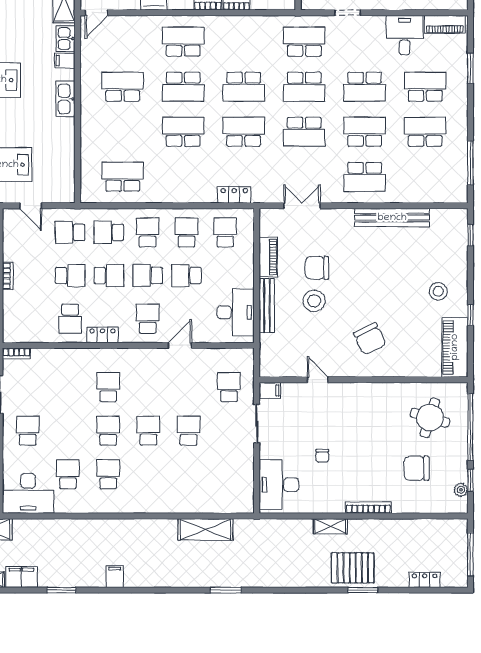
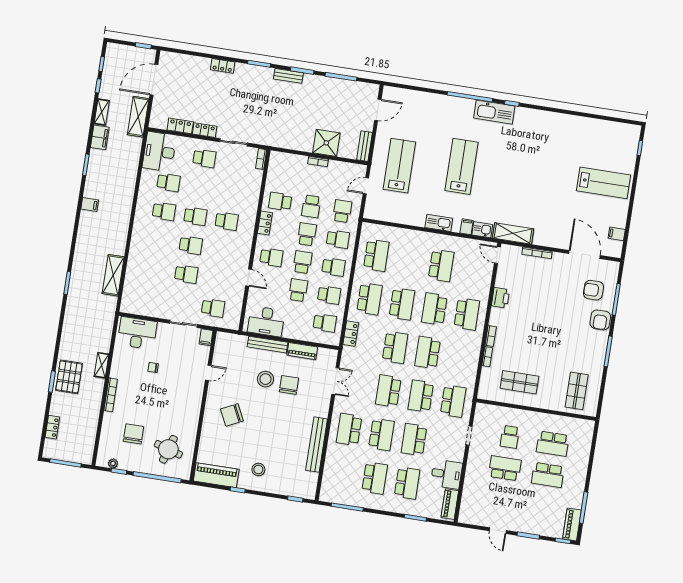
school desk: (183, 177) -> (369, 299), added
school desk: (109, 232) -> (338, 239), turned 90
school desk: (109, 276) -> (307, 234), turned 180

